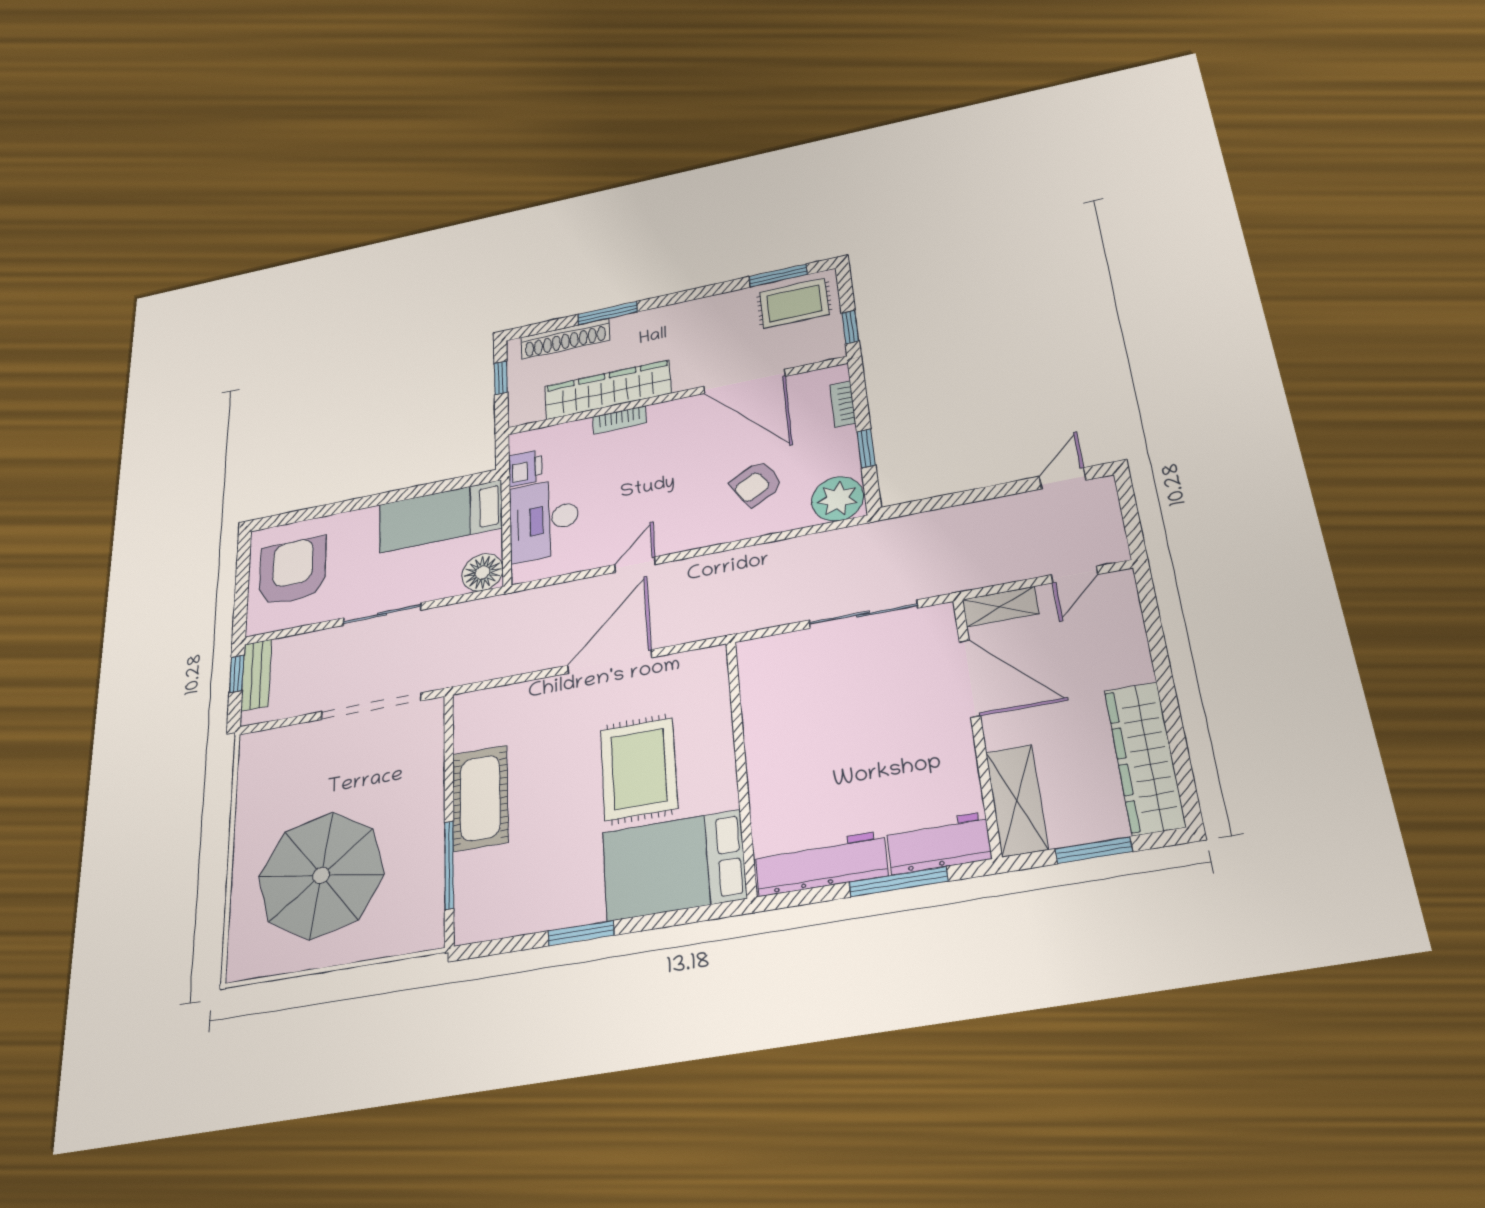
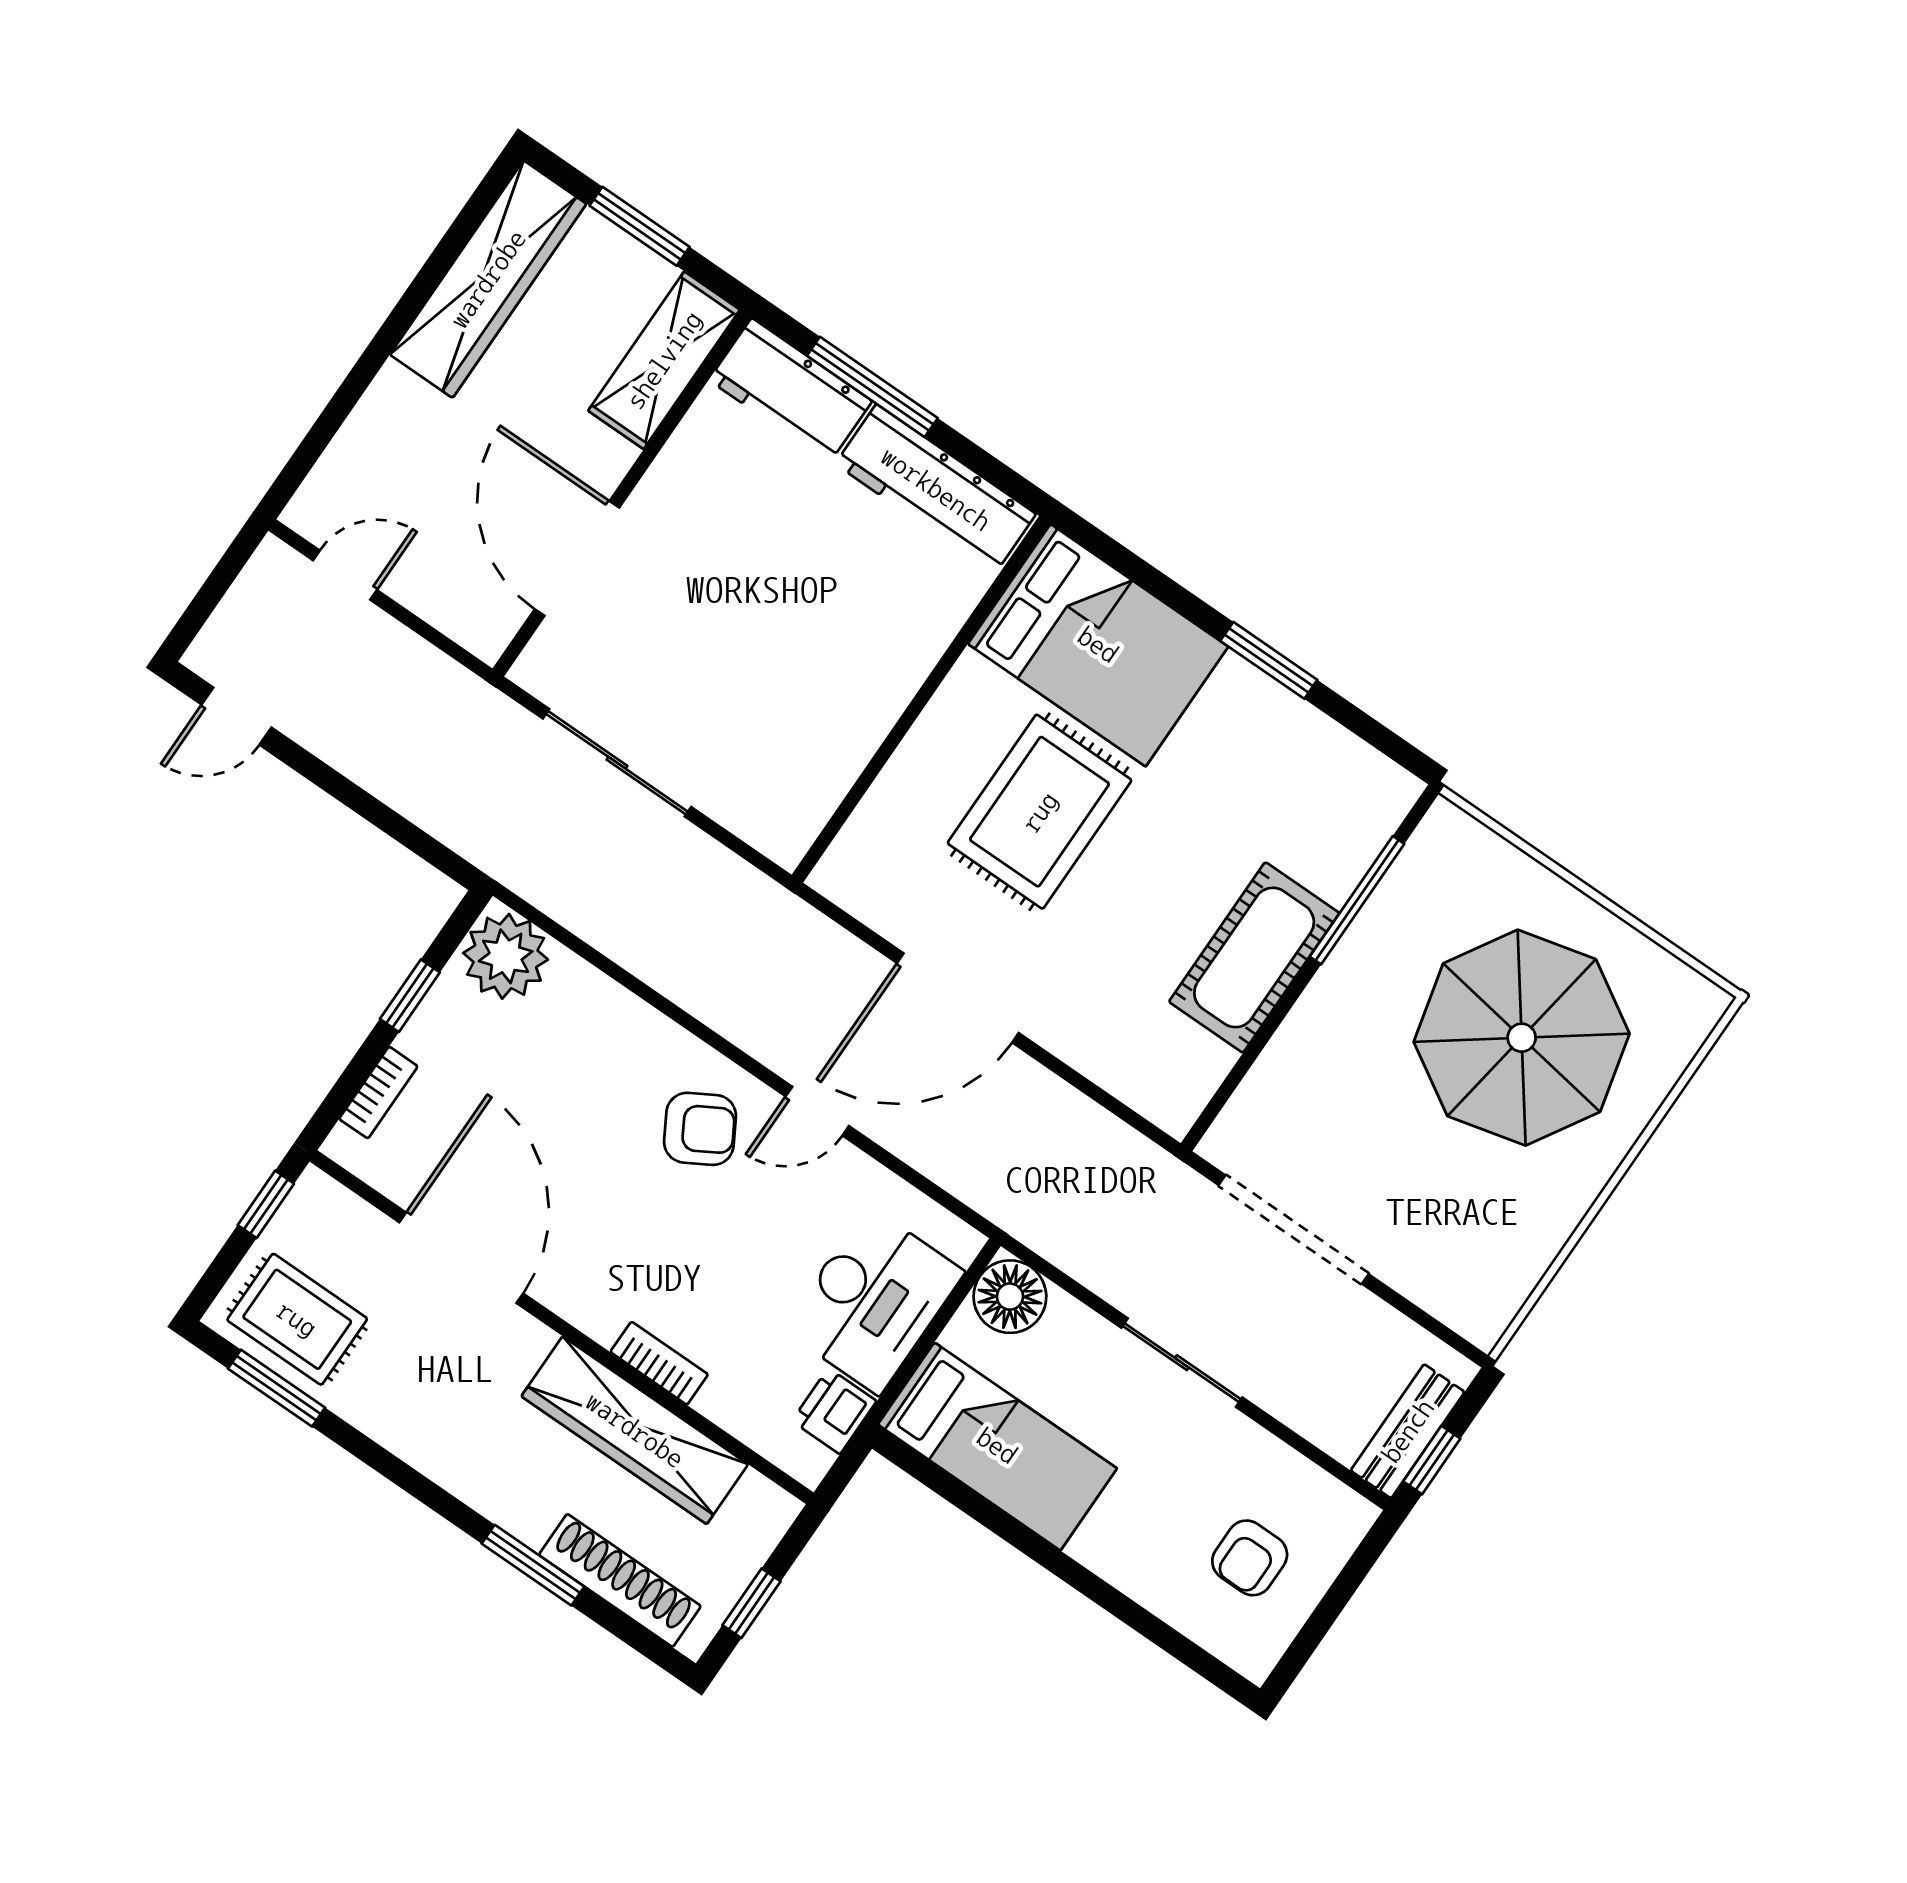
armchair: (757, 484) -> (700, 1129), moved
armchair: (293, 571) -> (1250, 1558), width x0.53, depth x0.53
shelving: (1000, 607) -> (461, 616), removed

